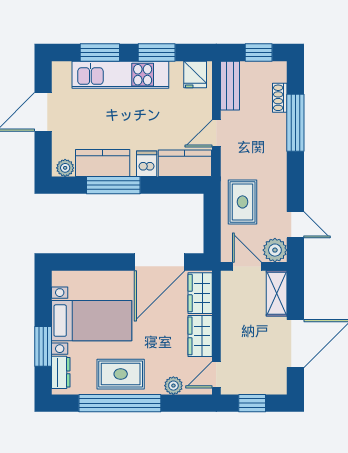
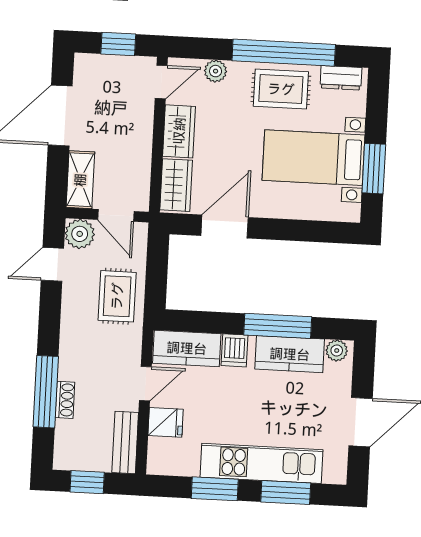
fridge: (195, 75) -> (166, 422), moved, turned 90
shoe rack: (280, 98) -> (65, 400), moved
door: (295, 225) -> (52, 264), hinge flipped
door: (160, 262) -> (225, 226), width x0.73
window: (43, 346) -> (374, 169), moved
dresser: (61, 372) -> (341, 78), moved, turned -90

